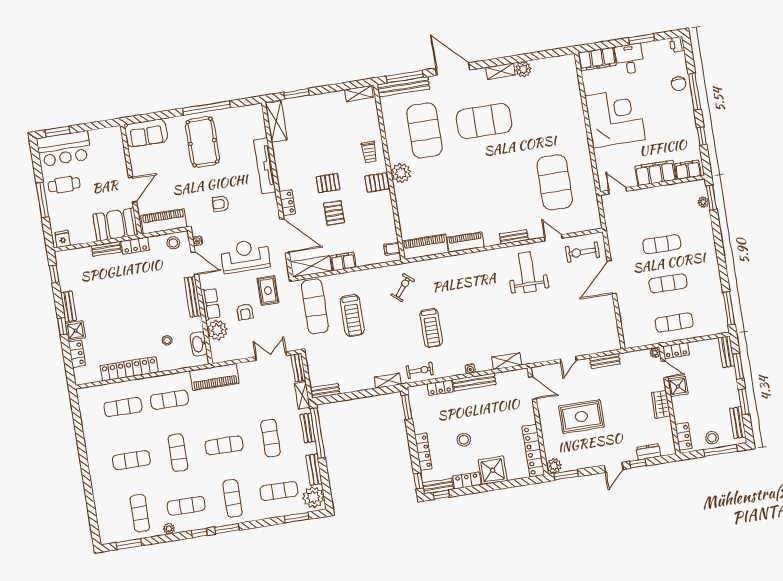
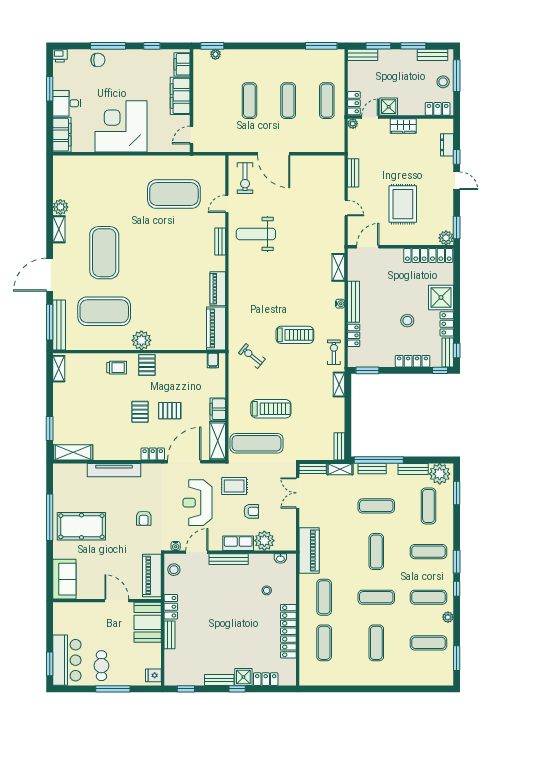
washbasin: (199, 344) -> (280, 559), width x0.52, depth x0.69
exercise mat: (186, 506) -> (428, 597), turned 90

